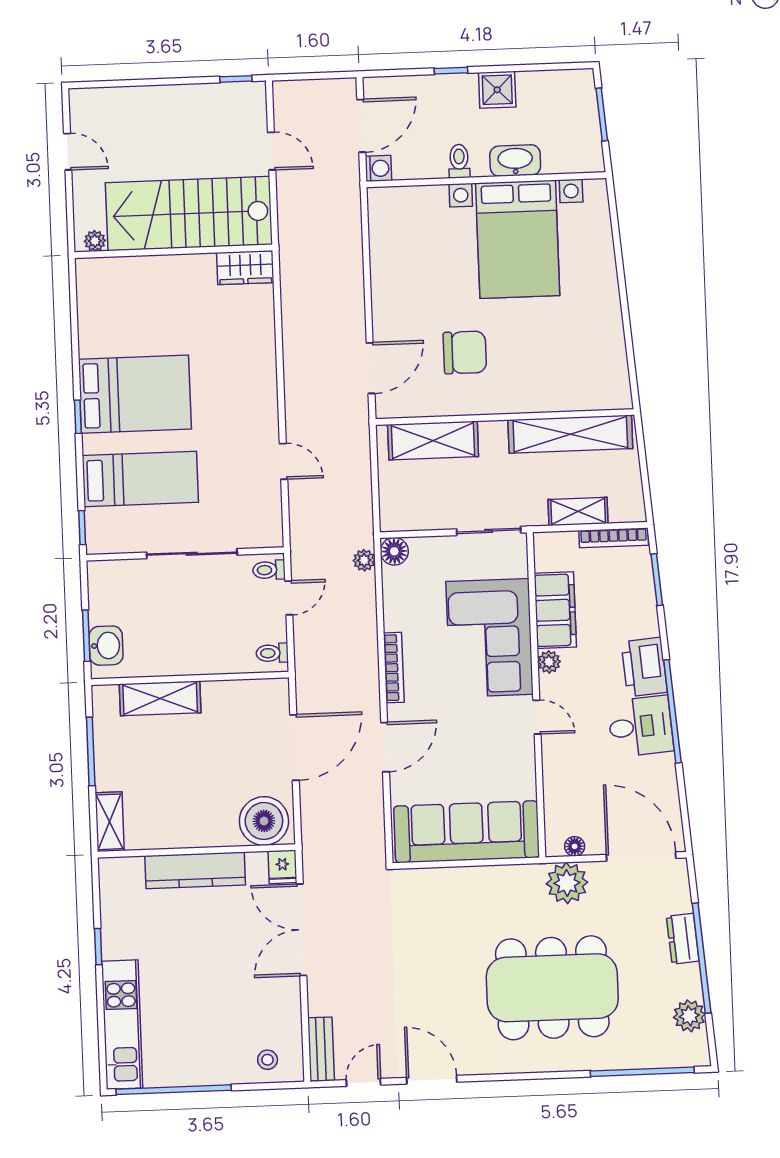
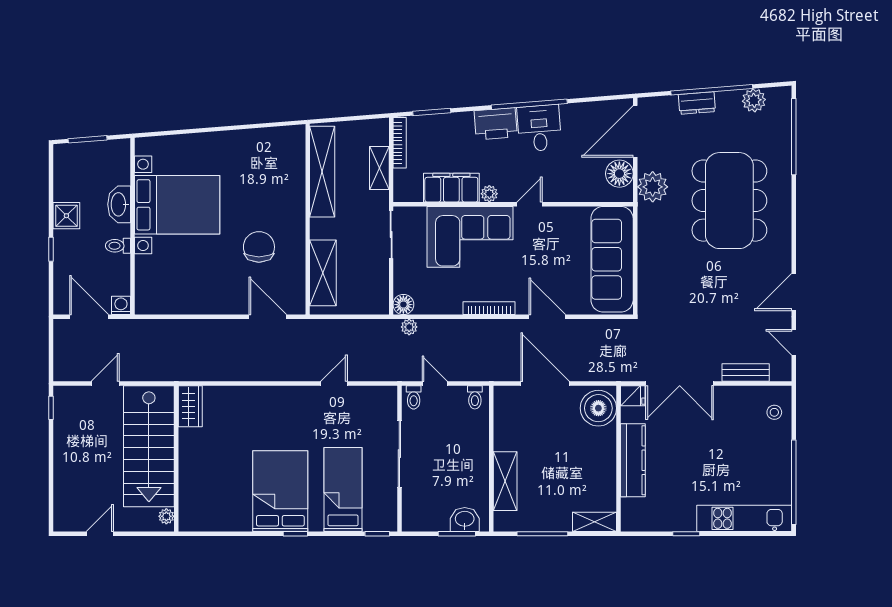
floor lamp: (575, 846) -> (619, 174), width x1.89, depth x1.89
bench: (321, 1049) -> (746, 373), moved

